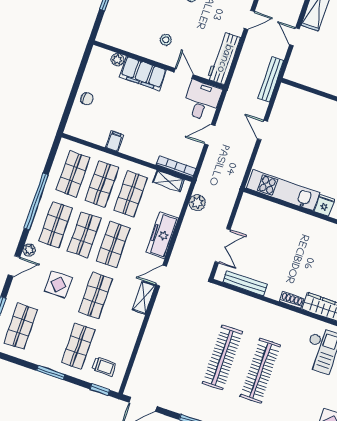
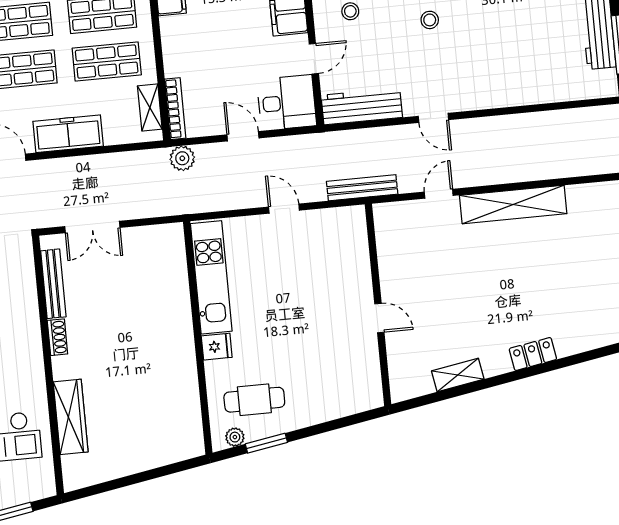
door: (262, 130) -> (284, 209), hinge flipped
plant: (197, 203) -> (182, 158), moved
shoe rack: (292, 300) -> (57, 337), moved

